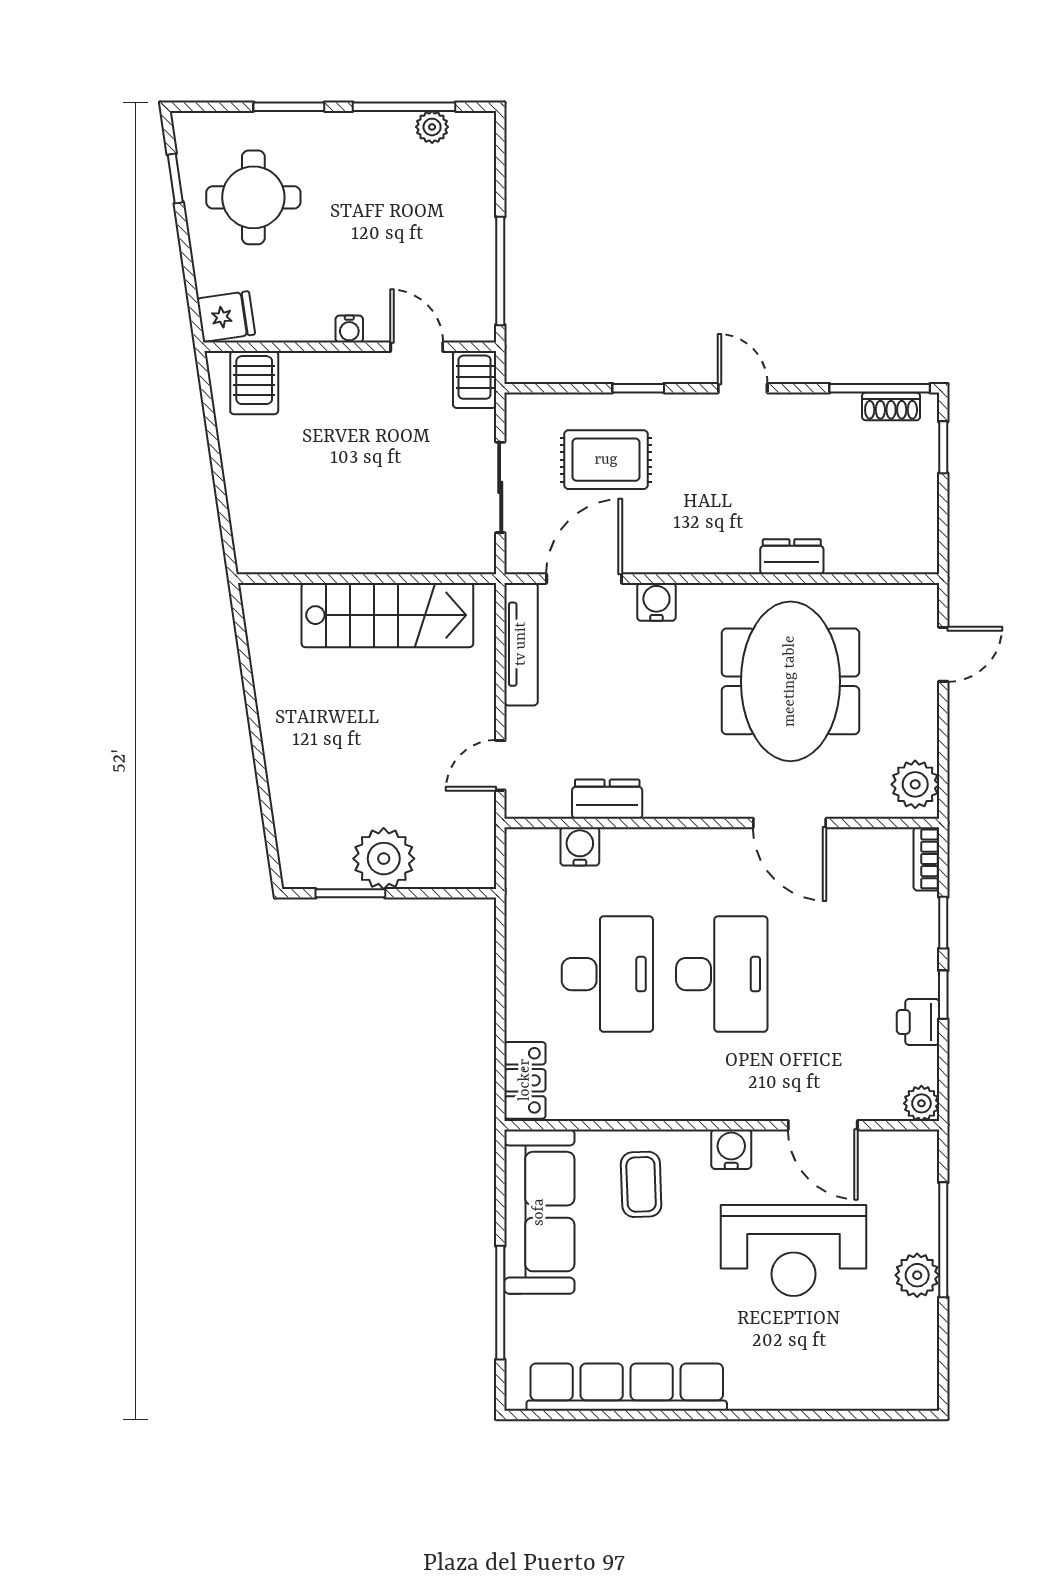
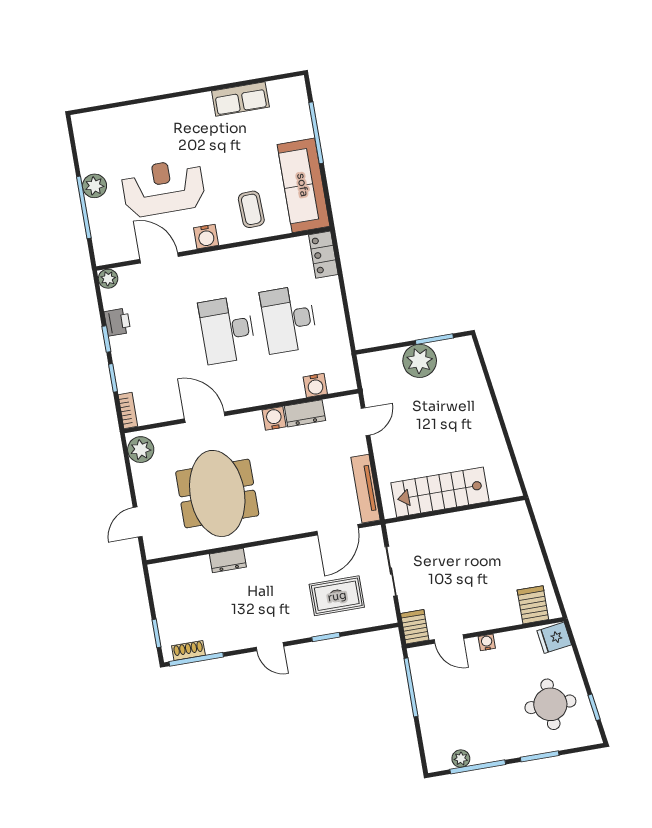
water cooler: (656, 602) -> (274, 418), moved, turned 180
row of seats: (627, 1387) -> (240, 99), width x0.50

